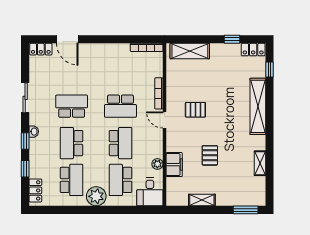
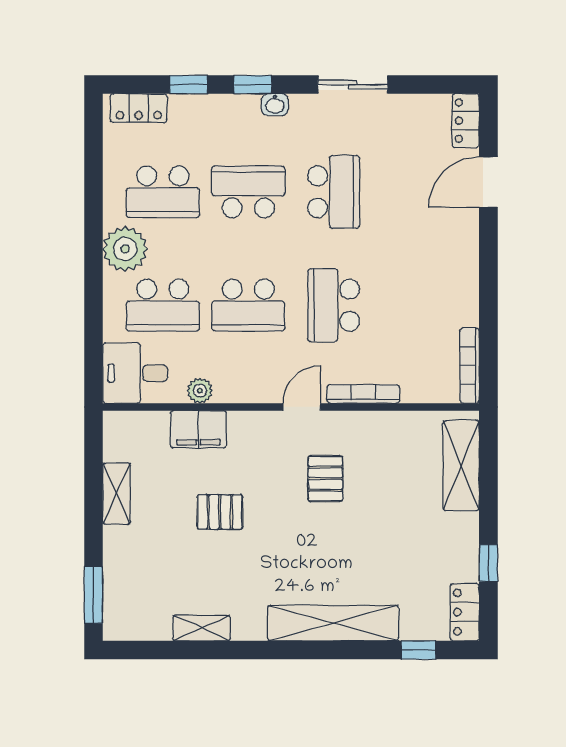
school desk: (120, 180) -> (163, 305), turned 180

